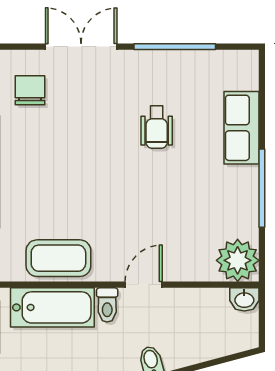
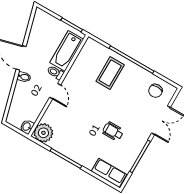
chair: (30, 90) -> (156, 91), turned 90
row of seats: (242, 128) -> (109, 173), moved
coffee table: (58, 258) -> (110, 73), moved

